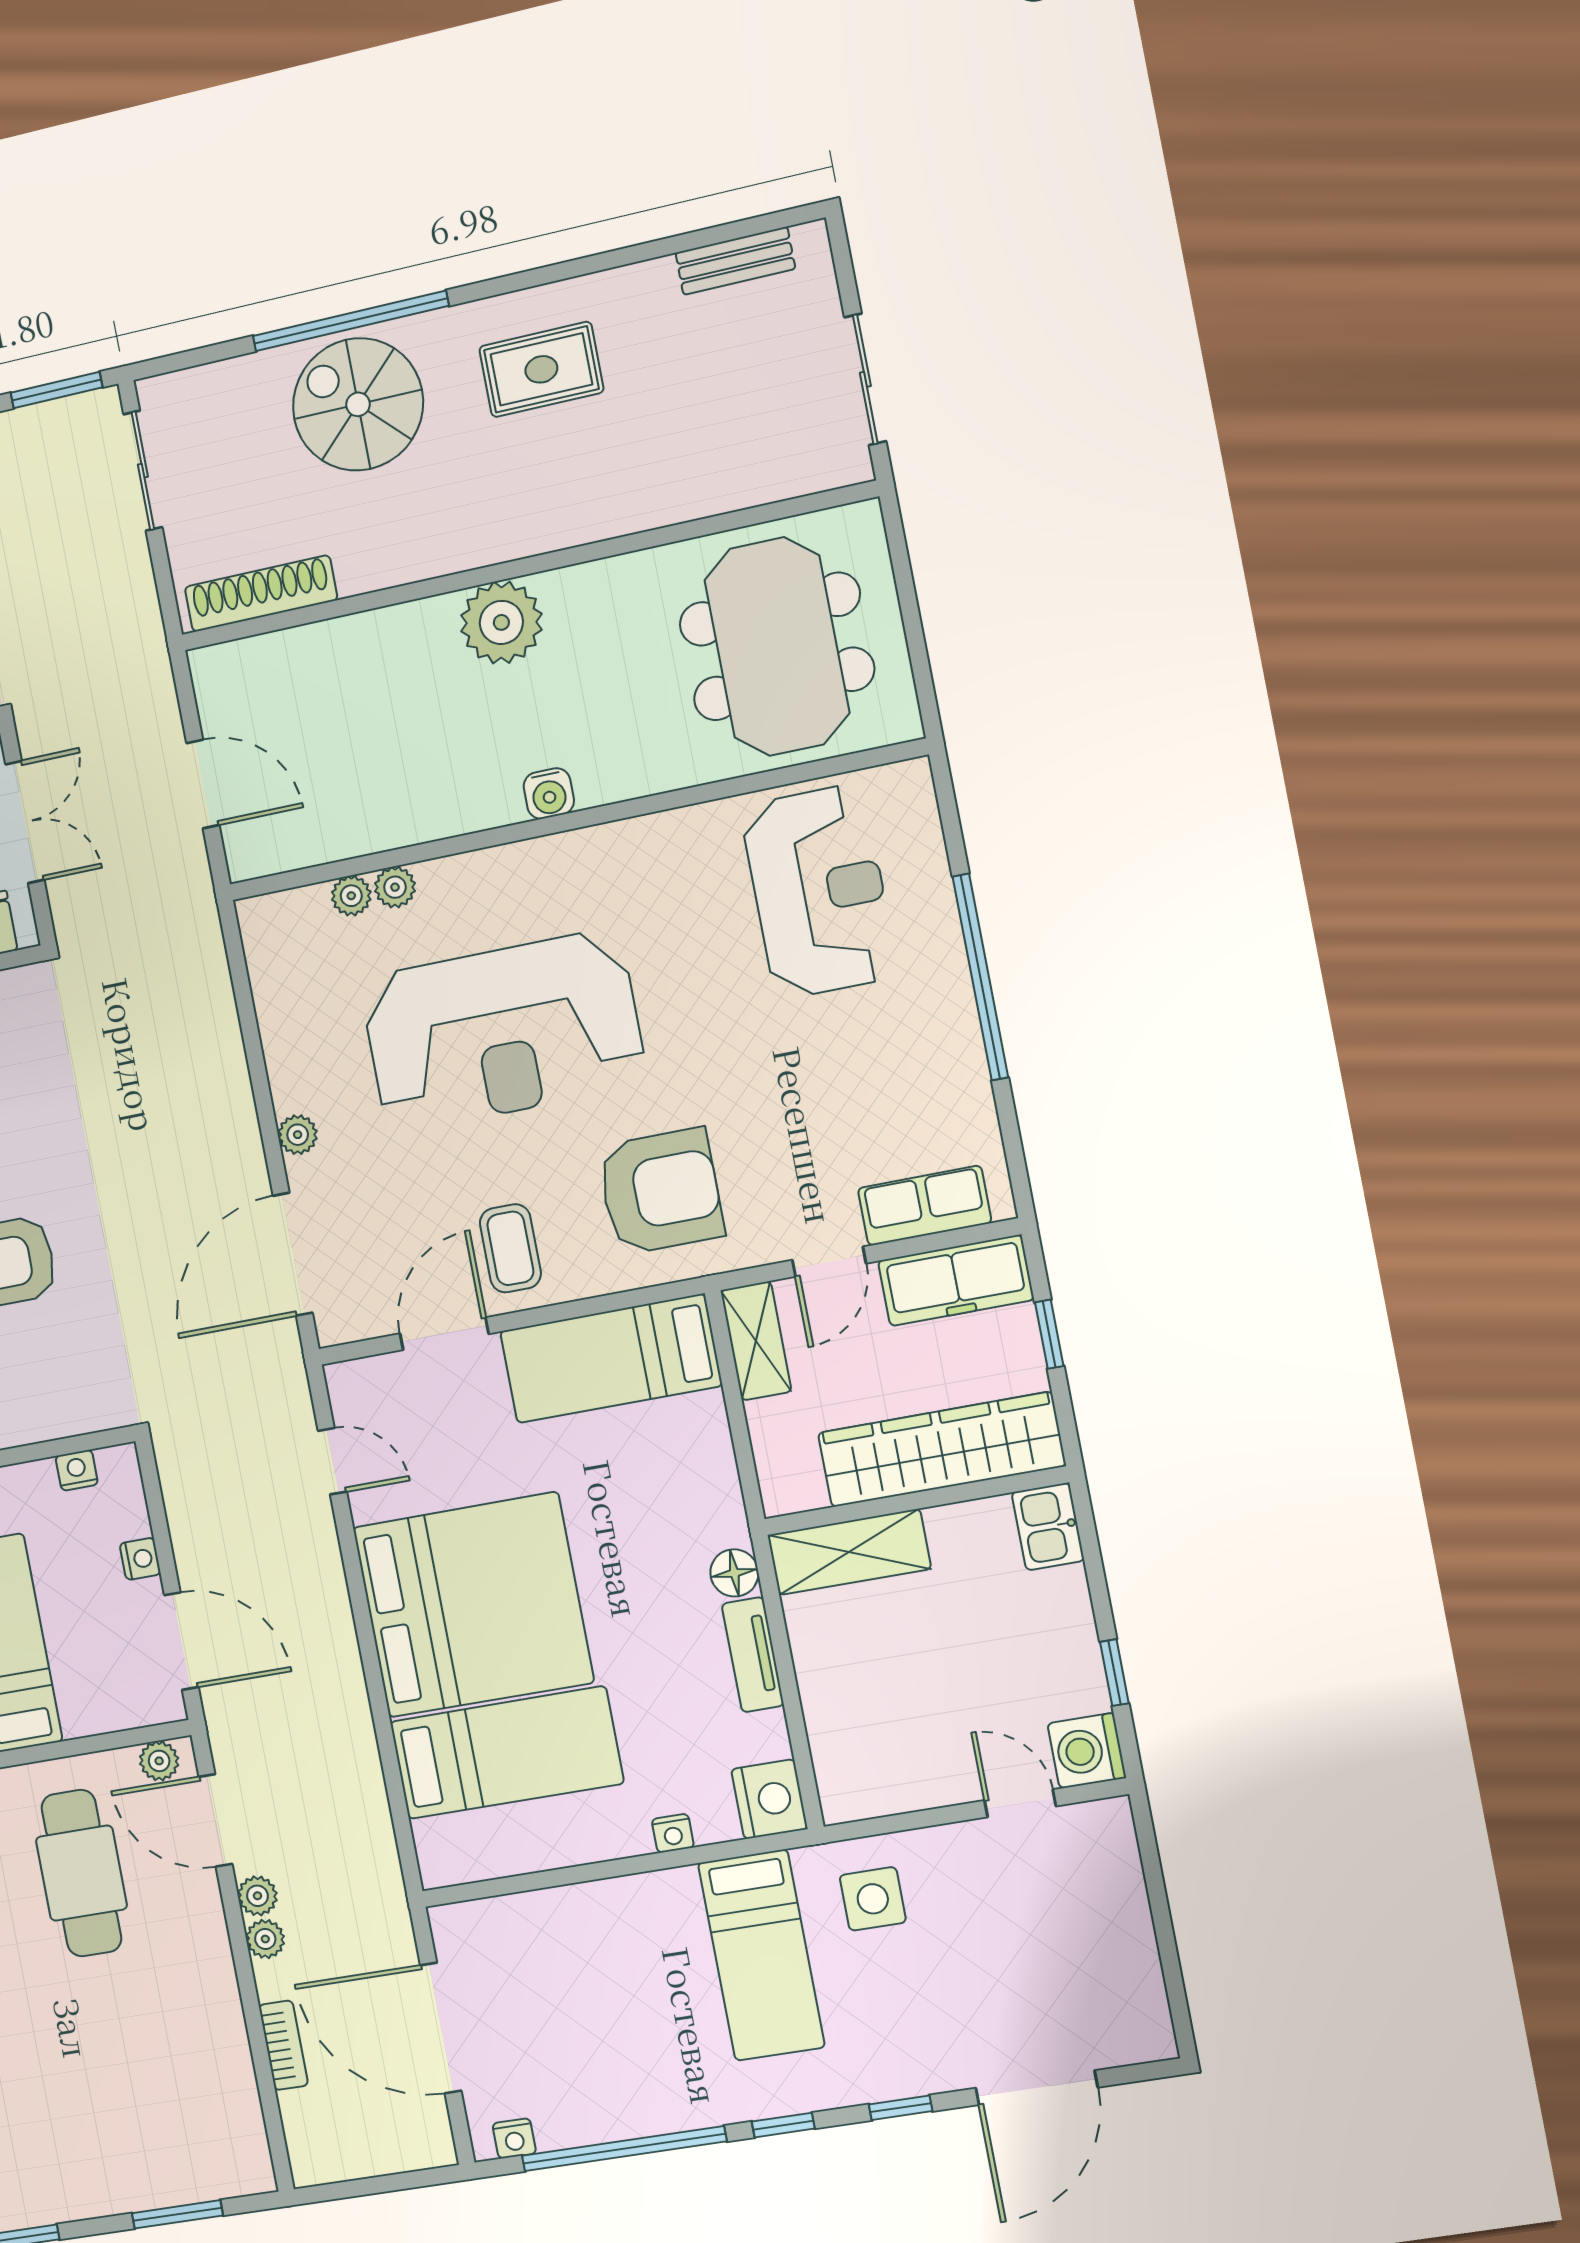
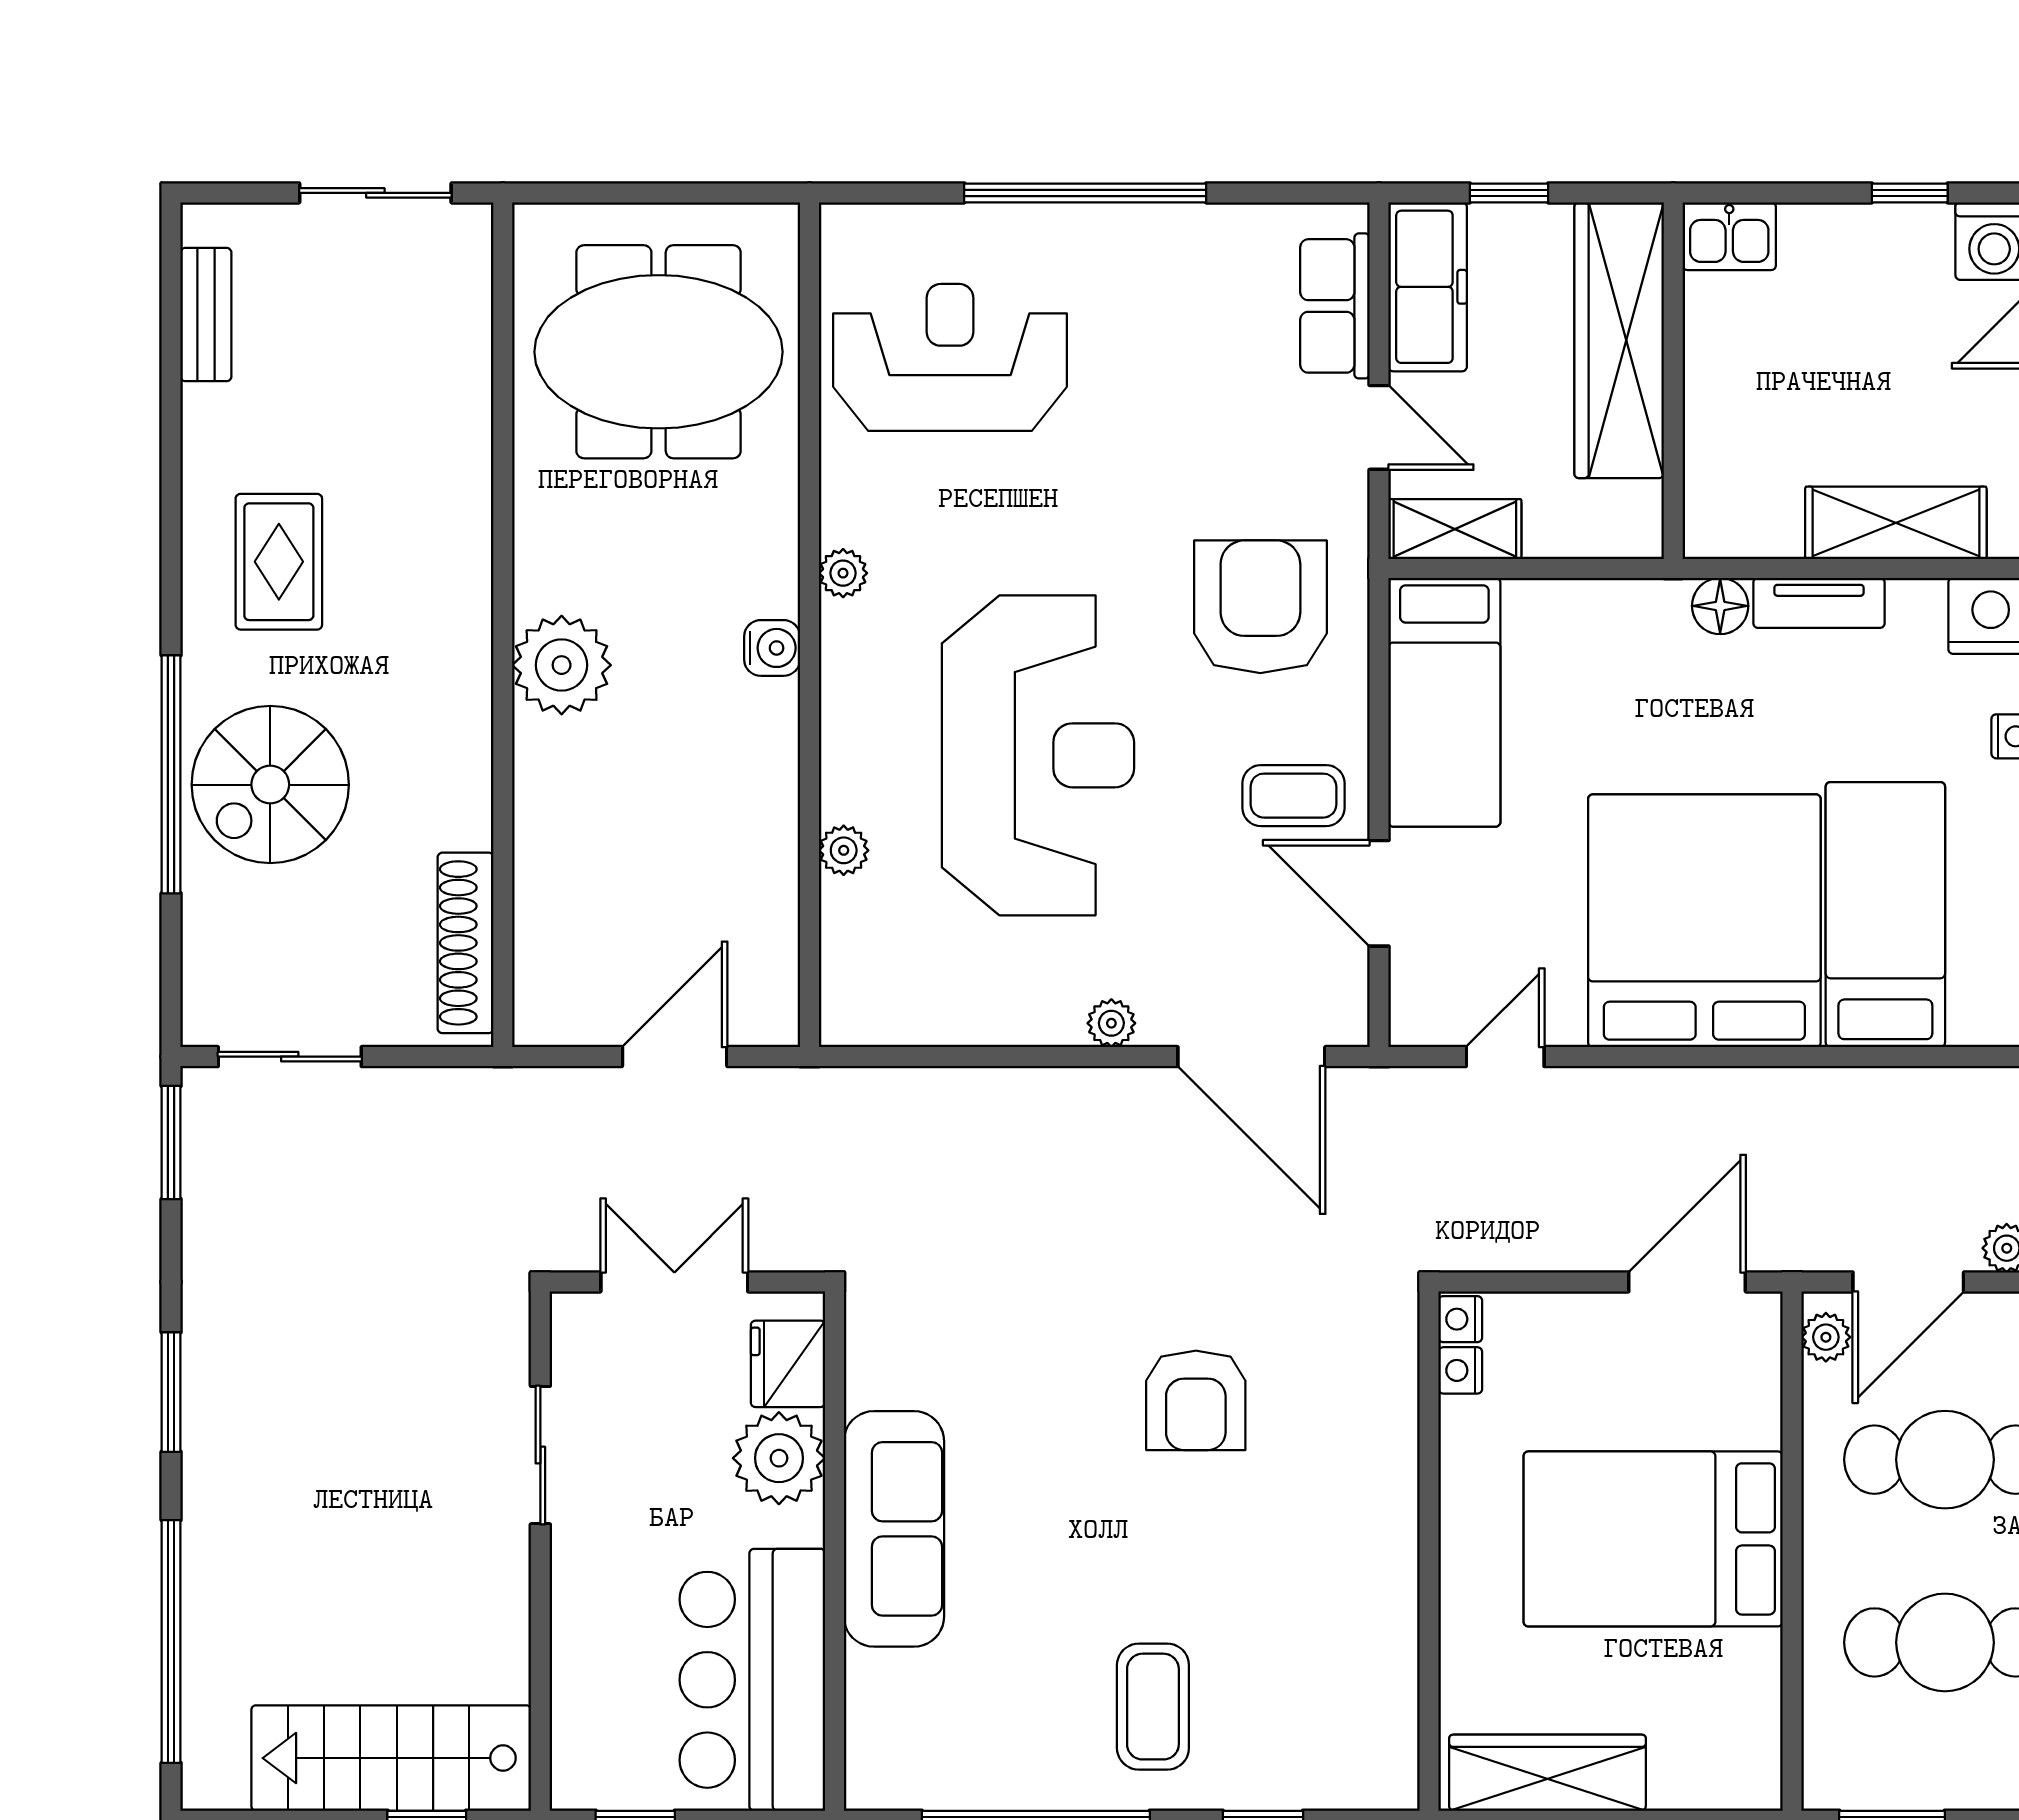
plant: (351, 896) -> (843, 573), moved
shelving: (849, 1552) -> (1896, 523), moved, turned 90
nightstand: (140, 1559) -> (1460, 1319), moved, turned -90

